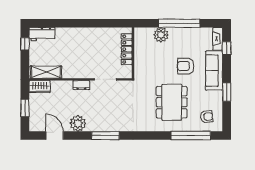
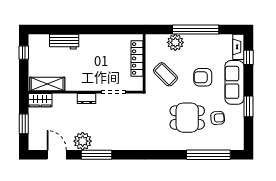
workbench: (42, 34) -> (64, 42), moved
coffee table: (152, 63) -> (165, 74), added
dining table: (172, 102) -> (187, 118), width x0.73
armchair: (207, 117) -> (218, 118), moved
window: (105, 136) -> (96, 155), moved

